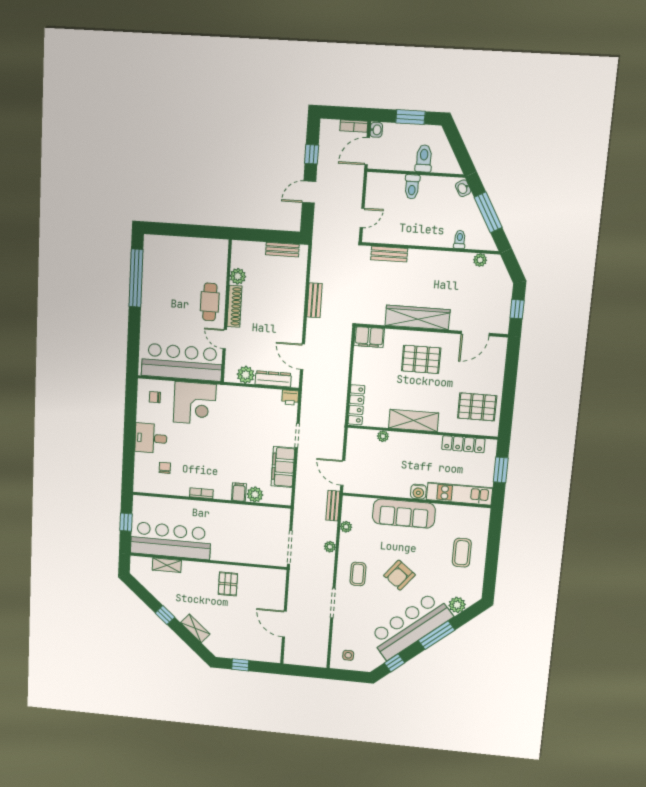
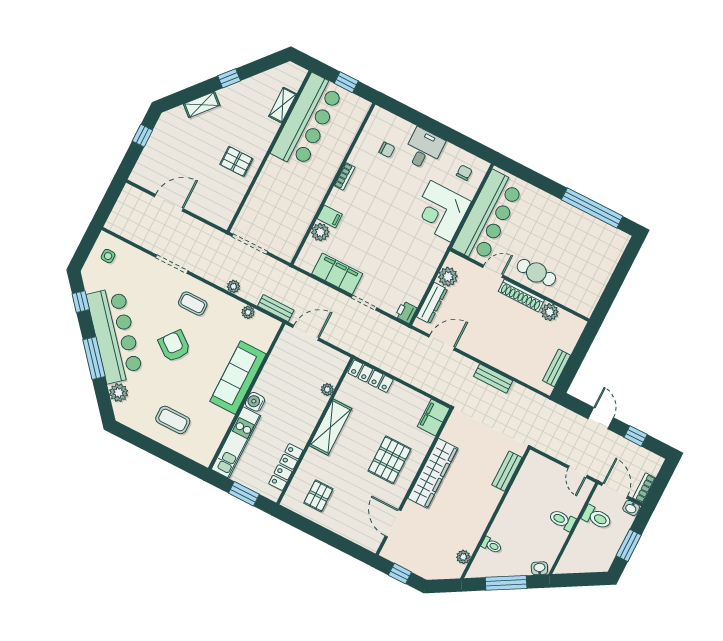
toilet: (424, 158) -> (597, 517), moved
door: (362, 218) -> (578, 472), moved
pallet: (477, 407) -> (318, 496), width x0.67, depth x0.71

